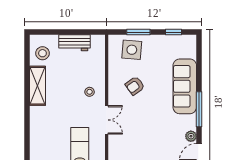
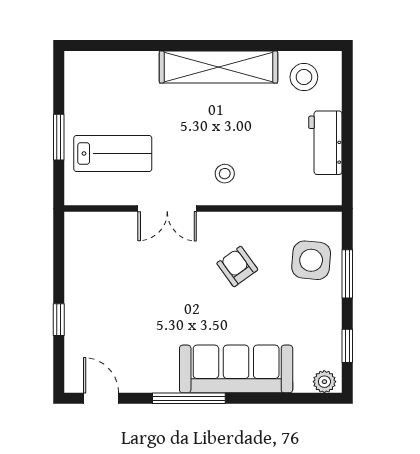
shelving: (38, 86) -> (218, 67), width x1.47
plant: (191, 136) -> (324, 382), moved

